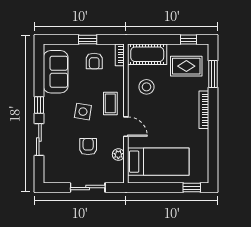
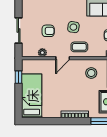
bed: (158, 162) -> (32, 96), moved, turned 180
window: (192, 188) -> (19, 77), moved

